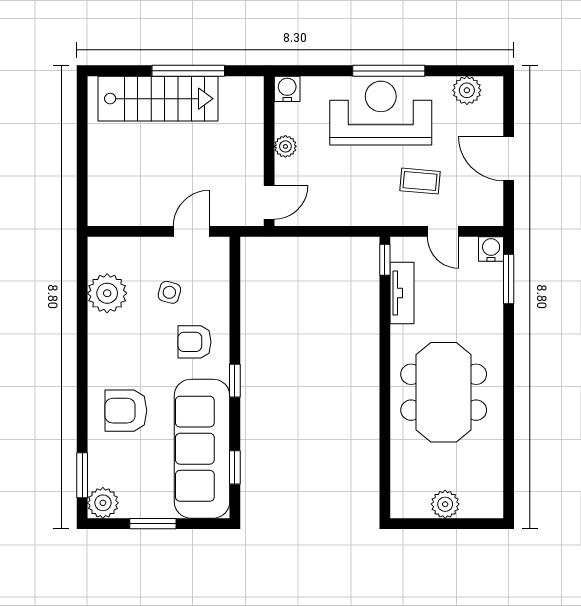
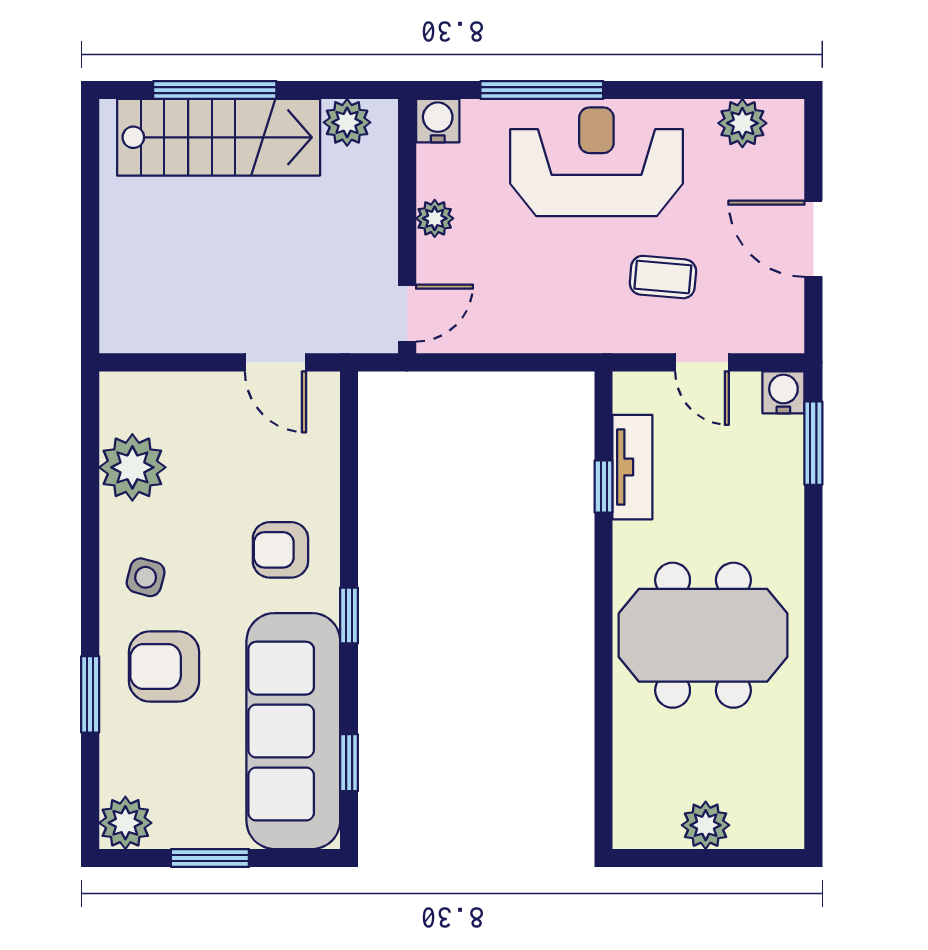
window: (188, 71) -> (215, 90), moved
window: (389, 71) -> (542, 90), moved
plant: (234, 90) -> (347, 122), added
door: (192, 231) -> (275, 362), swing flipped
window: (385, 260) -> (604, 487), moved
side table: (169, 292) -> (146, 577), moved
meeting table: (444, 392) -> (703, 635), turned 90
window: (82, 475) -> (90, 694), moved

